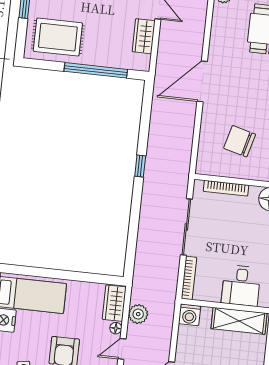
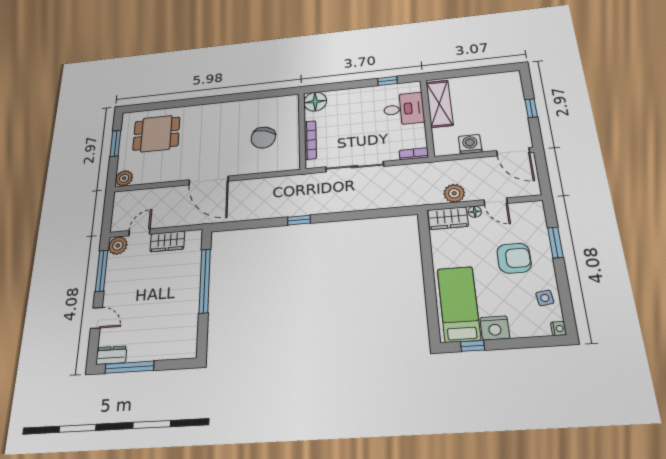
rug: (58, 37) -> (172, 325), removed
bookcase: (189, 278) -> (414, 154), width x0.64
washing machine: (190, 315) -> (470, 144), moved, turned -90

